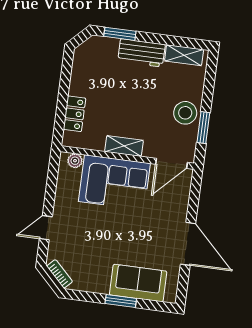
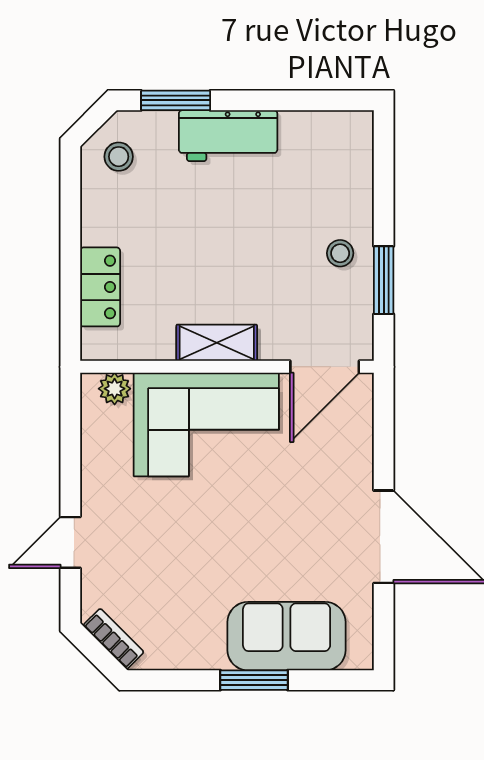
shelving: (184, 55) -> (321, 129), removed
stool: (91, 56) -> (119, 157), added
stool: (185, 113) -> (340, 253), width x0.53, depth x0.53

